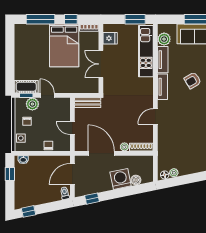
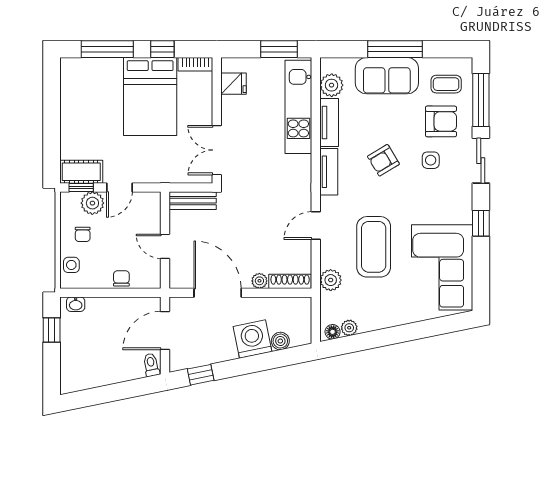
double door: (101, 64) -> (217, 150), moved
door: (47, 95) -> (119, 187), swing flipped
coffee table: (187, 128) -> (374, 247), added
plant: (164, 146) -> (331, 280), added
window: (28, 211) -> (85, 398), removed

